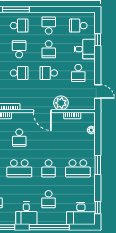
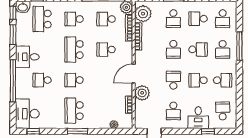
school desk: (78, 73) -> (173, 111), turned -90

